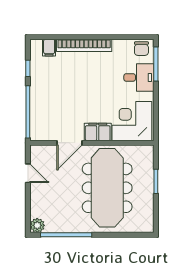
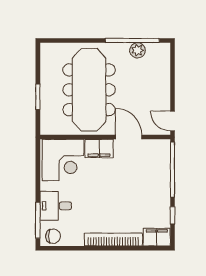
filing cabinet: (49, 48) -> (157, 237), width x2.00
chair: (141, 49) -> (53, 236), turned 90
door: (70, 143) -> (129, 137), hinge flipped
door: (28, 173) -> (172, 121), moved
plant: (37, 225) -> (138, 50), moved

